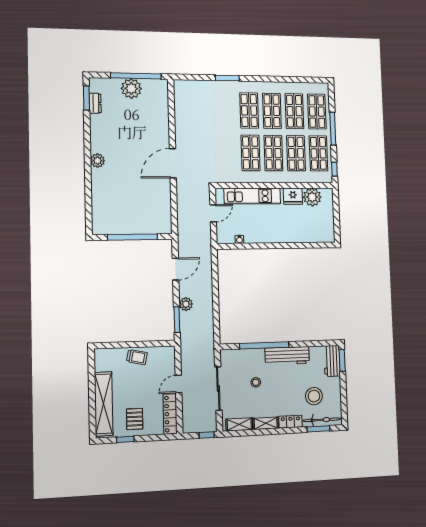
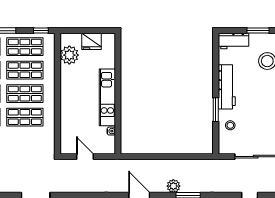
kitchen unit: (252, 196) -> (107, 97), moved, turned 180
fridge: (293, 196) -> (92, 41), moved, turned 90
window: (264, 345) -> (216, 110), width x0.47
window: (342, 360) -> (258, 31), moved
stool: (256, 382) -> (230, 125), moved

